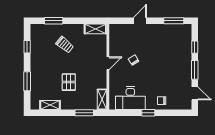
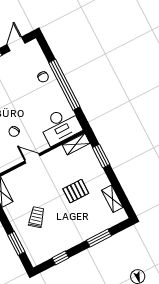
desk: (130, 98) -> (60, 126), moved, turned 90
window: (148, 113) -> (64, 85), width x3.17

